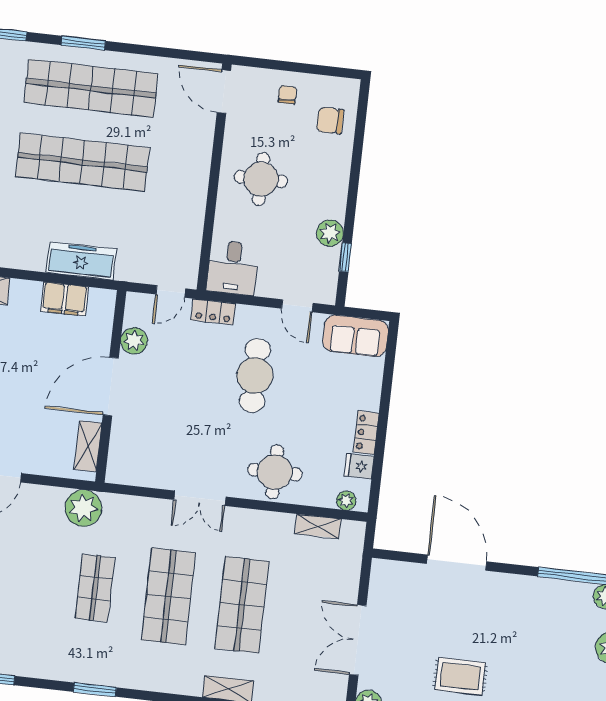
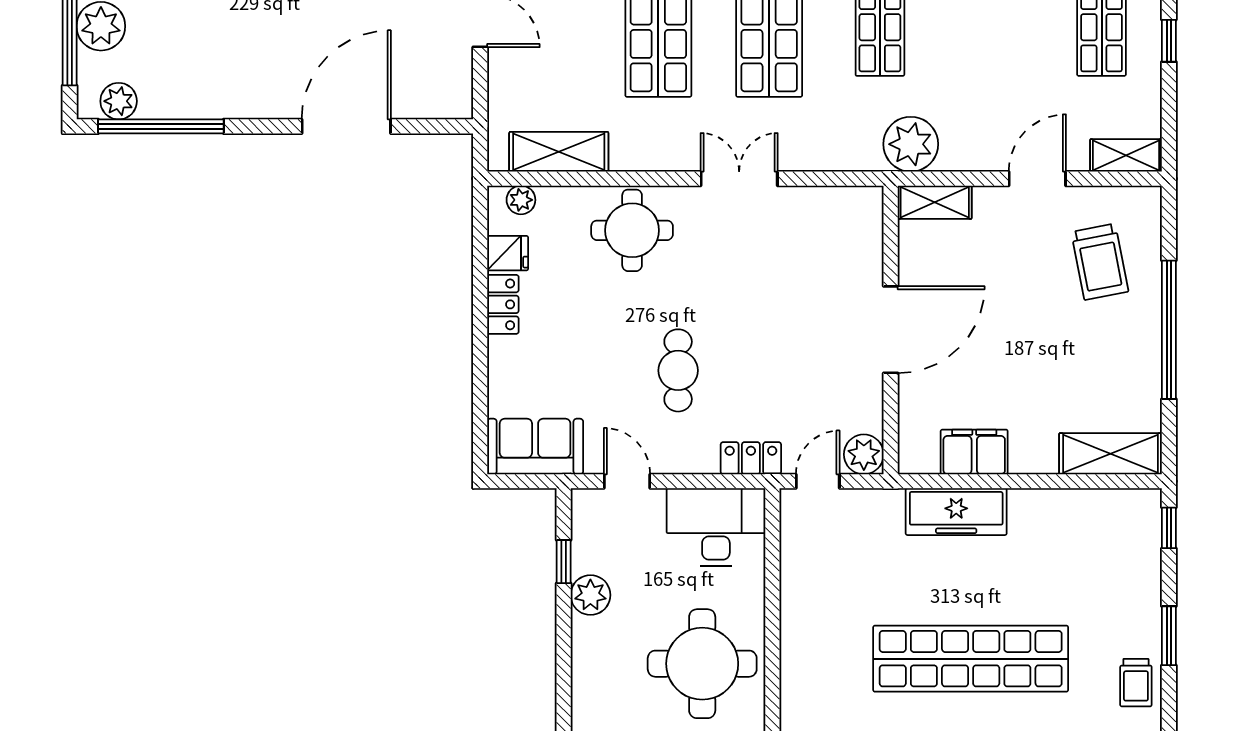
round table: (261, 179) -> (702, 664), width x1.36, depth x1.36
desk: (233, 268) -> (716, 527), width x1.37
plant: (134, 341) -> (864, 454), moved
cafe table: (255, 376) -> (678, 370), width x0.73, depth x0.74
shelving: (88, 446) -> (935, 202), moved, turned 90
shelving: (318, 526) -> (559, 152), width x1.50, depth x1.33
door: (457, 563) -> (346, 126), swing flipped

